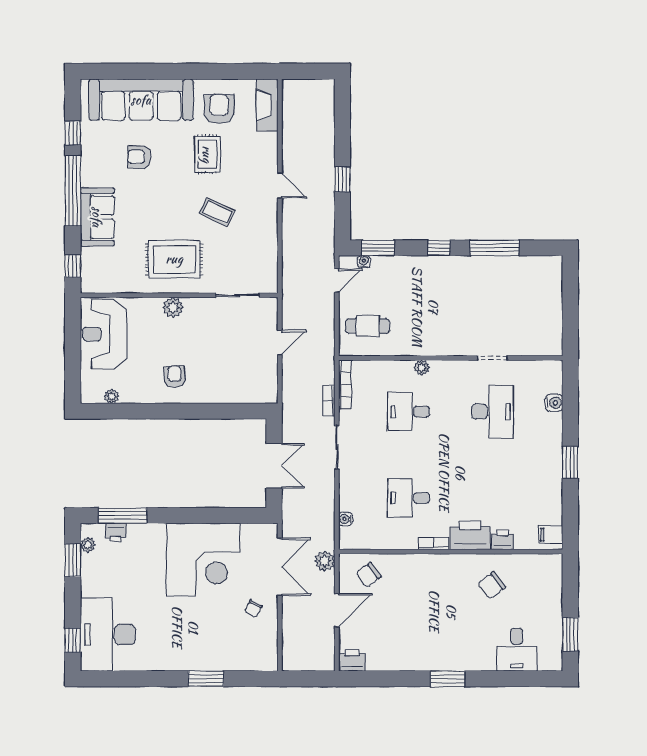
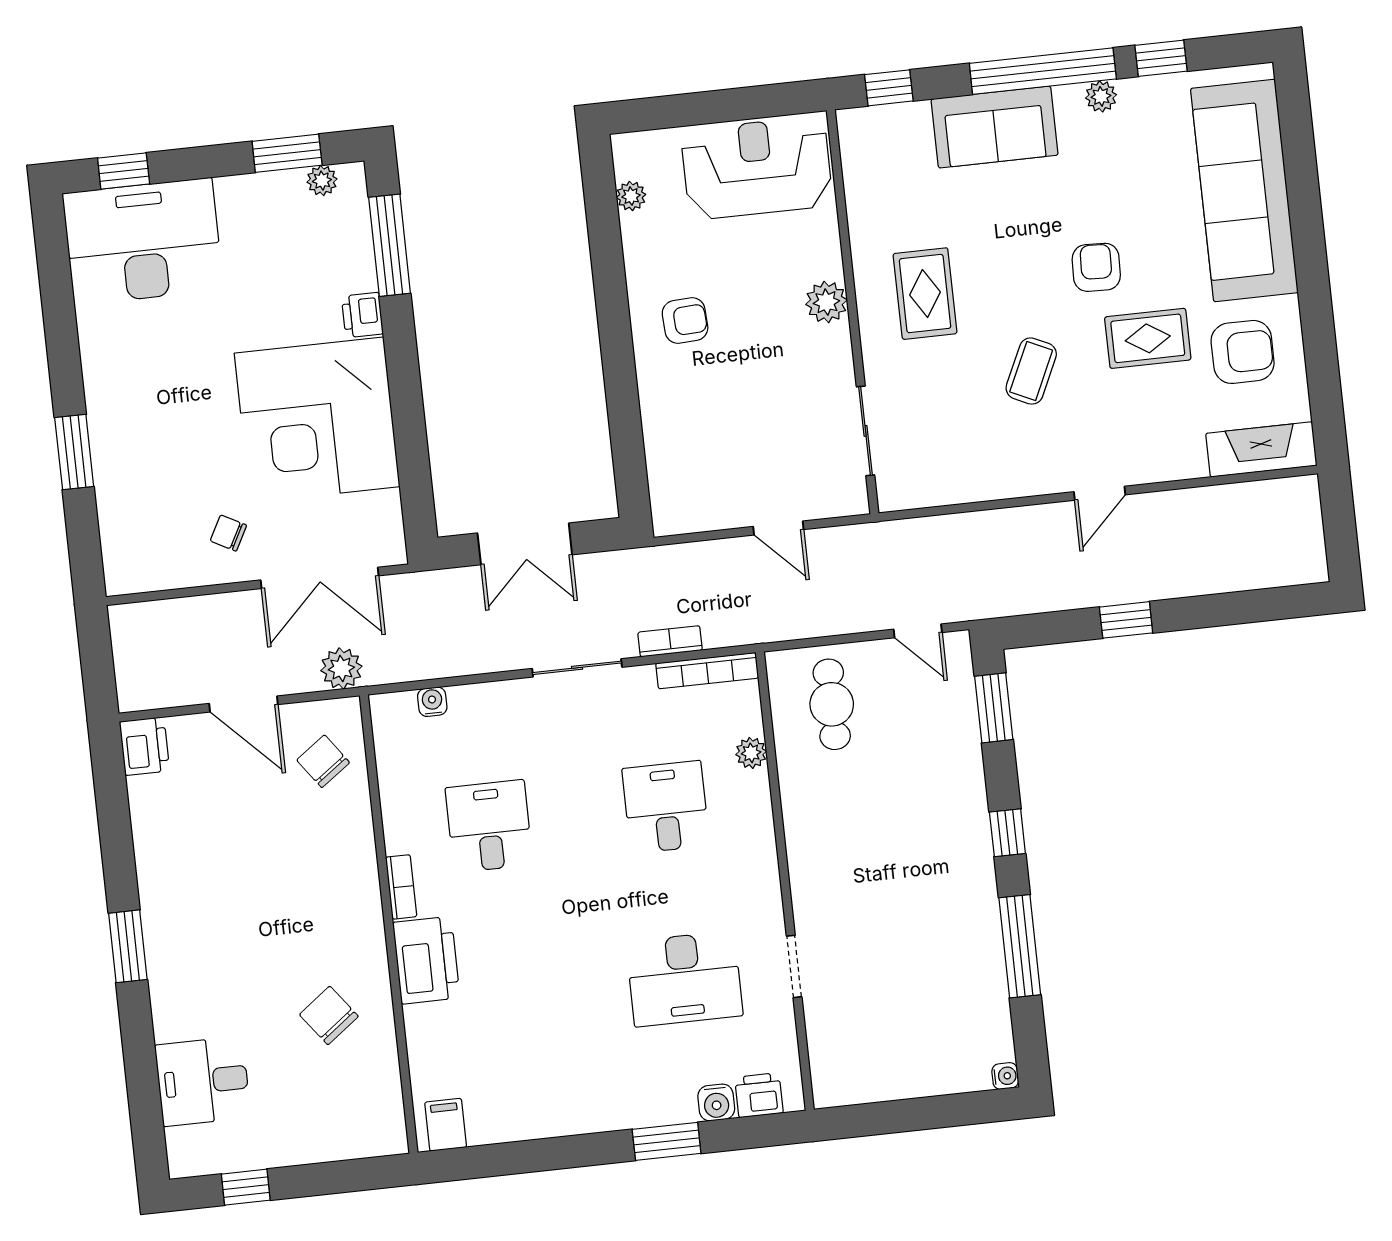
armchair: (139, 157) -> (1096, 267), moved
plant: (88, 164) -> (1101, 96), added
rug: (174, 259) -> (925, 294), width x0.73, depth x0.70
water cooler: (364, 262) -> (1005, 1076), moved
plant: (422, 367) -> (751, 753), moved
window: (570, 462) -> (667, 1141), moved
printer: (116, 532) -> (362, 315), moved
printer: (502, 540) -> (759, 1095), moved, turned -90
window: (570, 634) -> (246, 1187), width x0.67

